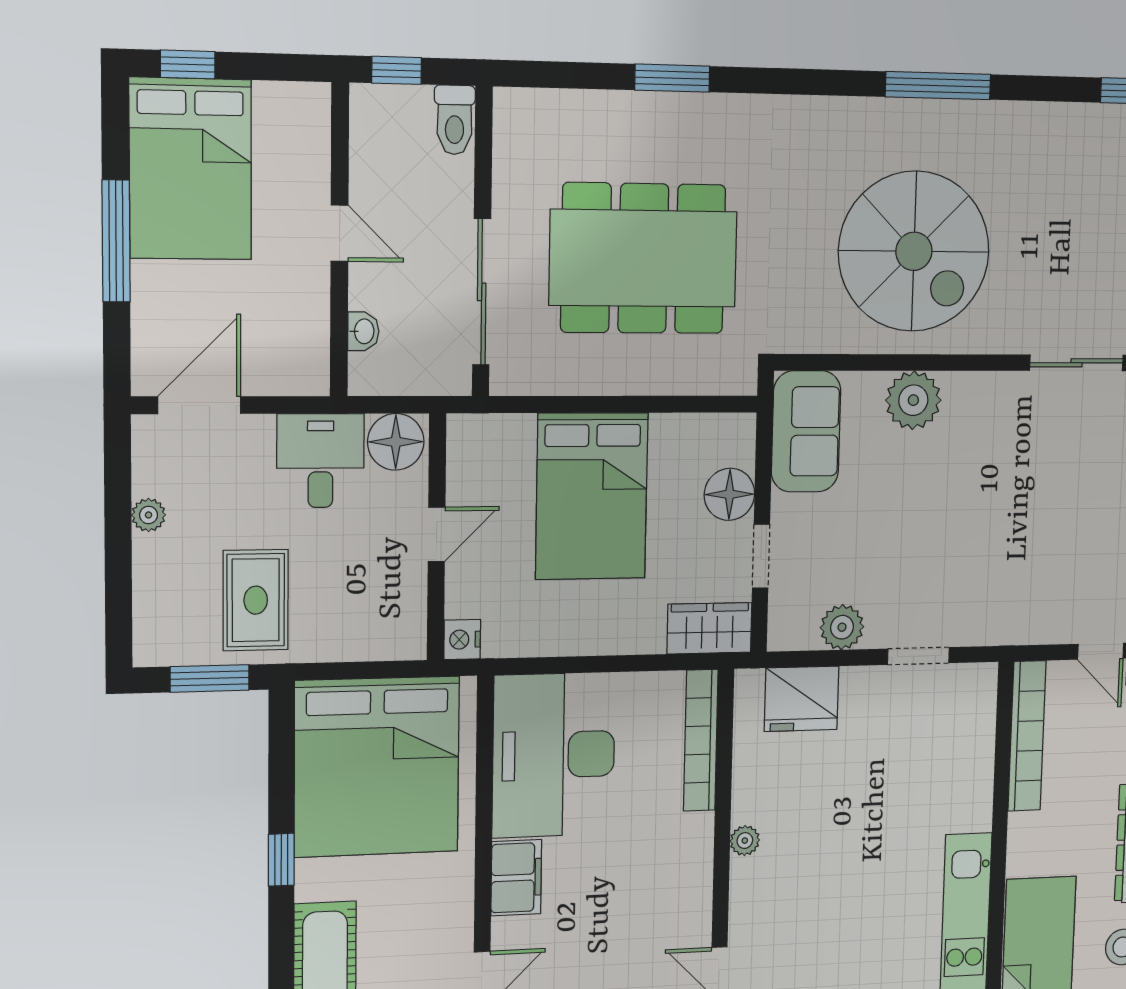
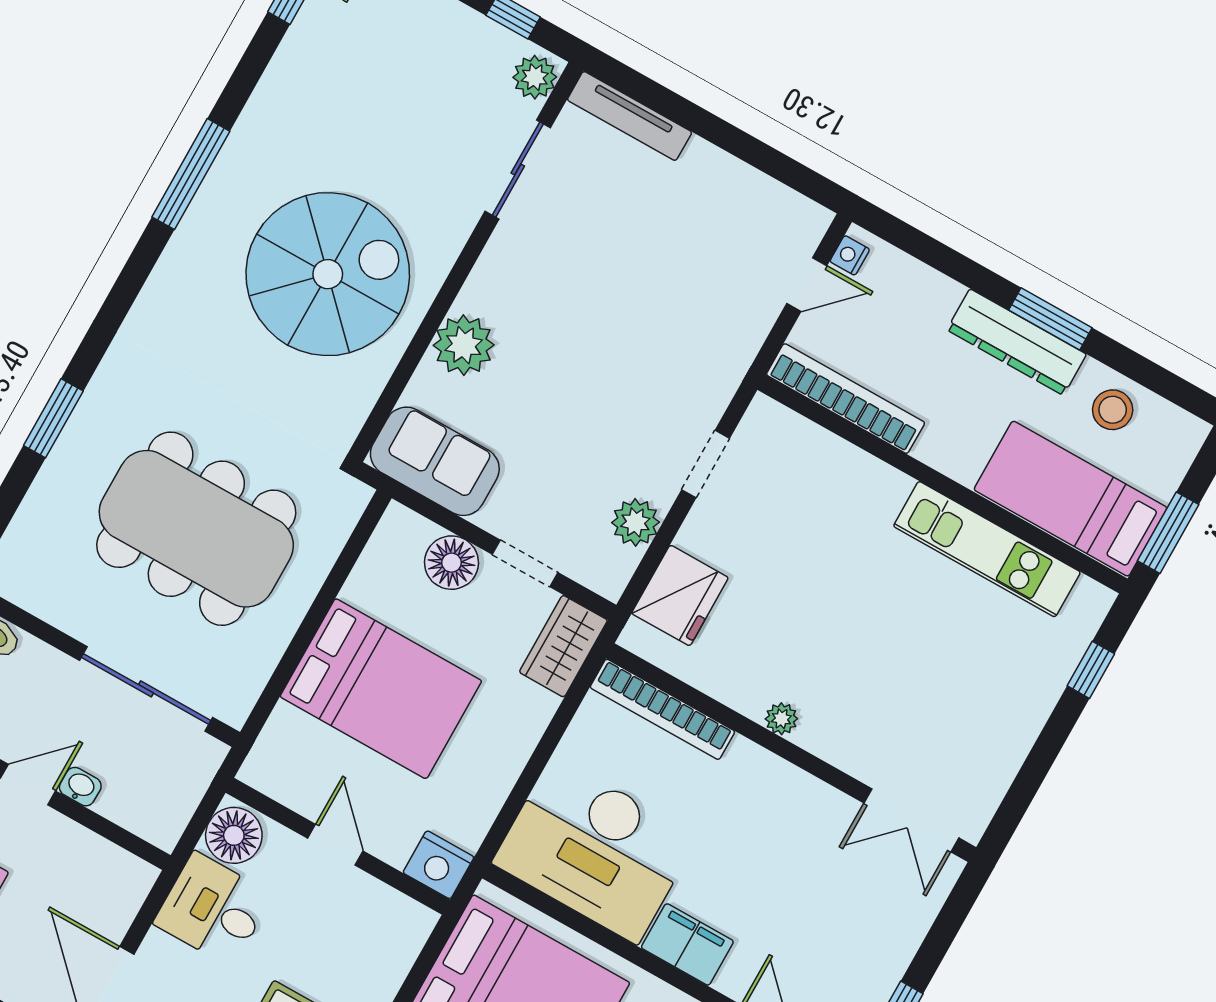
dining table: (643, 258) -> (196, 529), turned 90
washbasin: (363, 331) -> (80, 787), moved
nightstand: (462, 640) -> (438, 865), width x1.36, depth x1.33

